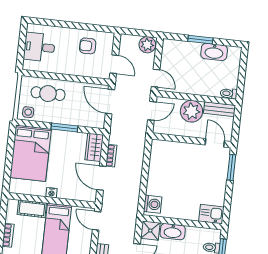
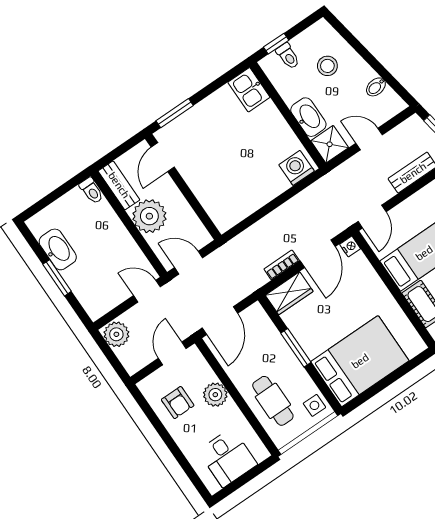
plant: (76, 68) -> (215, 395), added
door: (156, 78) -> (147, 291), hinge flipped
nightstand: (52, 193) -> (350, 247), moved

